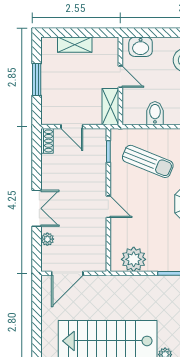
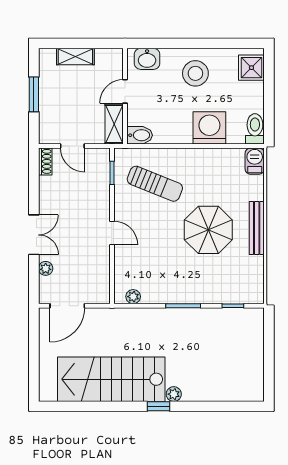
door: (120, 77) -> (125, 91), swing flipped
bidet: (155, 113) -> (140, 135), moved, turned 90
plant: (134, 259) -> (133, 297), width x0.53, depth x0.53

